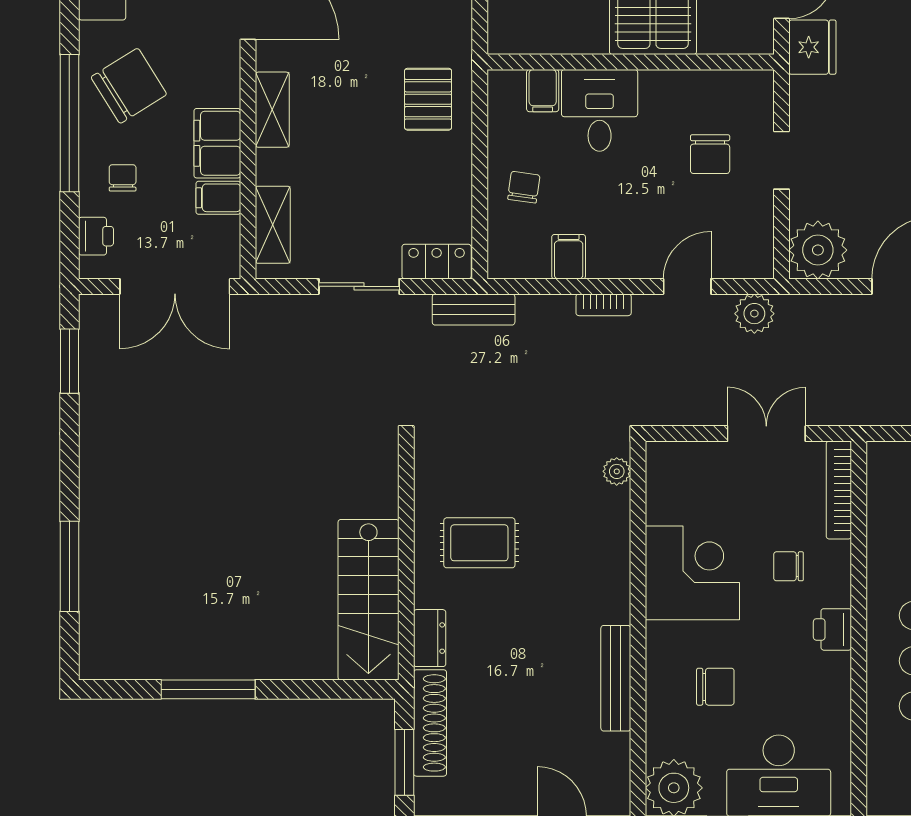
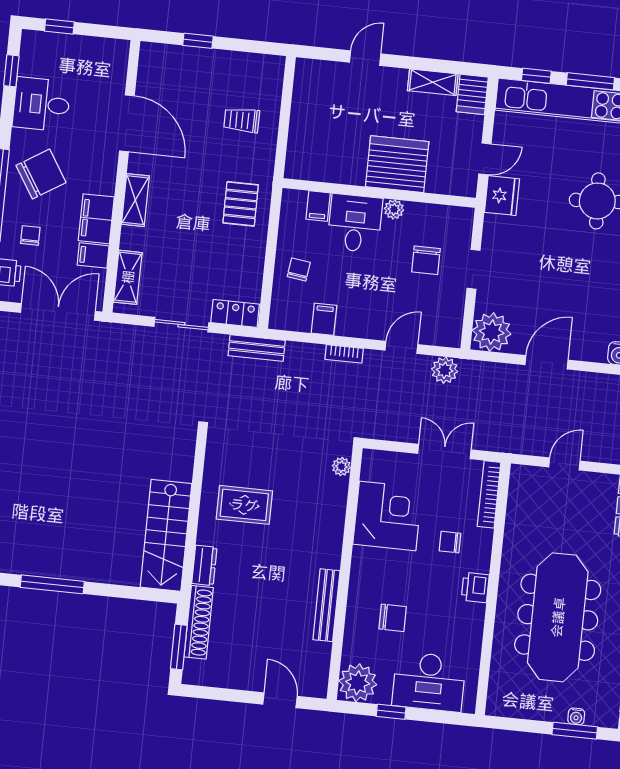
plant: (655, 84) -> (394, 209), added
double door: (175, 286) -> (58, 312), swing flipped
corner desk: (692, 573) -> (388, 516), moved

